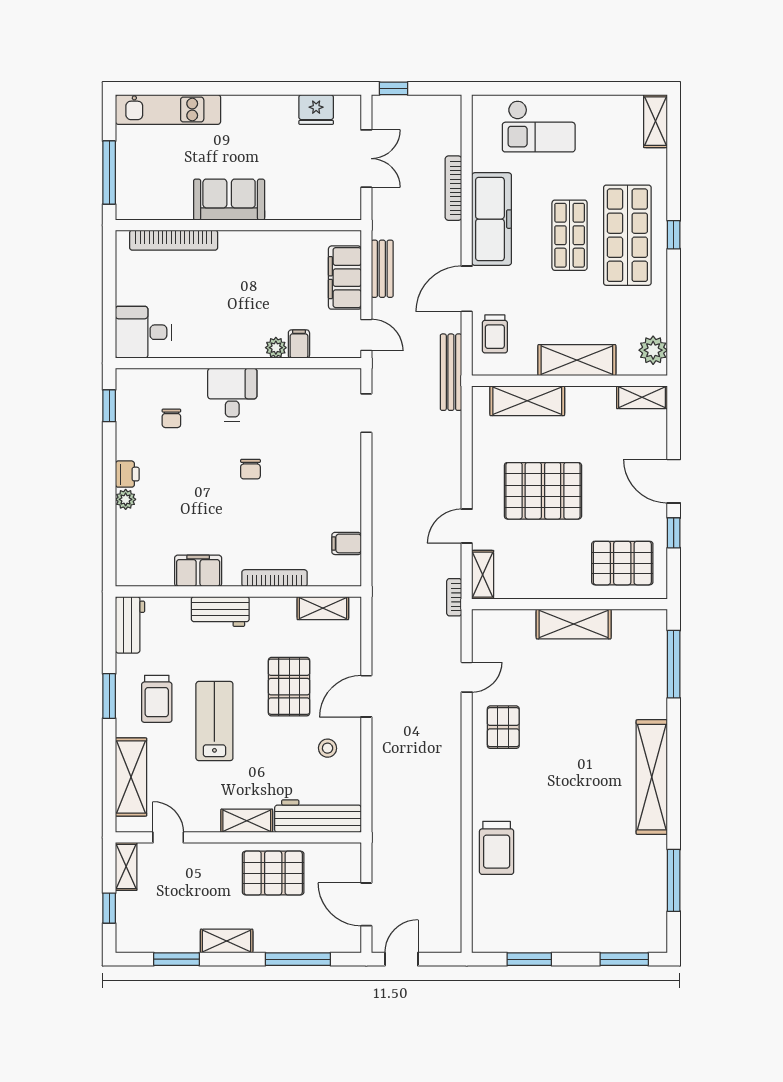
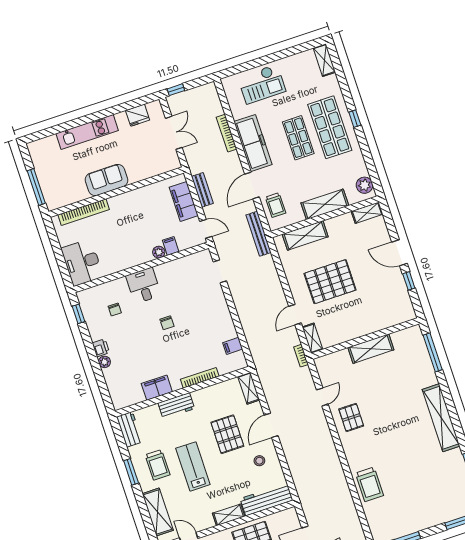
kitchen unit: (168, 109) -> (87, 132), moved
desk: (143, 332) -> (82, 262), width x1.37
pallet: (622, 563) -> (386, 307), removed
shelving: (323, 608) -> (249, 388), moved, turned 90

